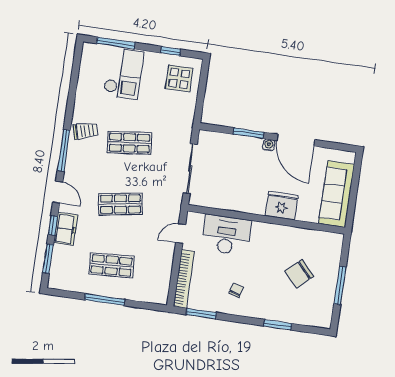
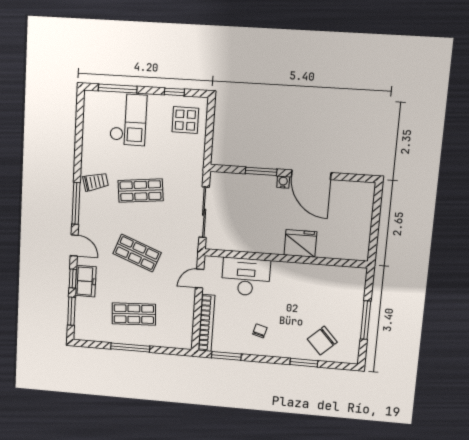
sofa: (336, 194) -> (357, 228), removed
shop shelf: (120, 204) -> (137, 253), turned 30
chair: (299, 274) -> (322, 341), moved

